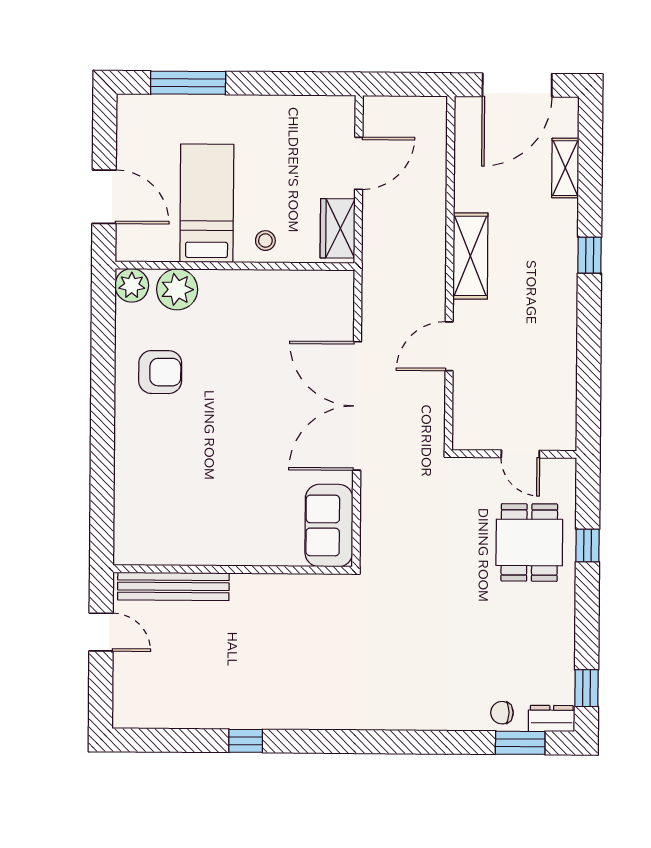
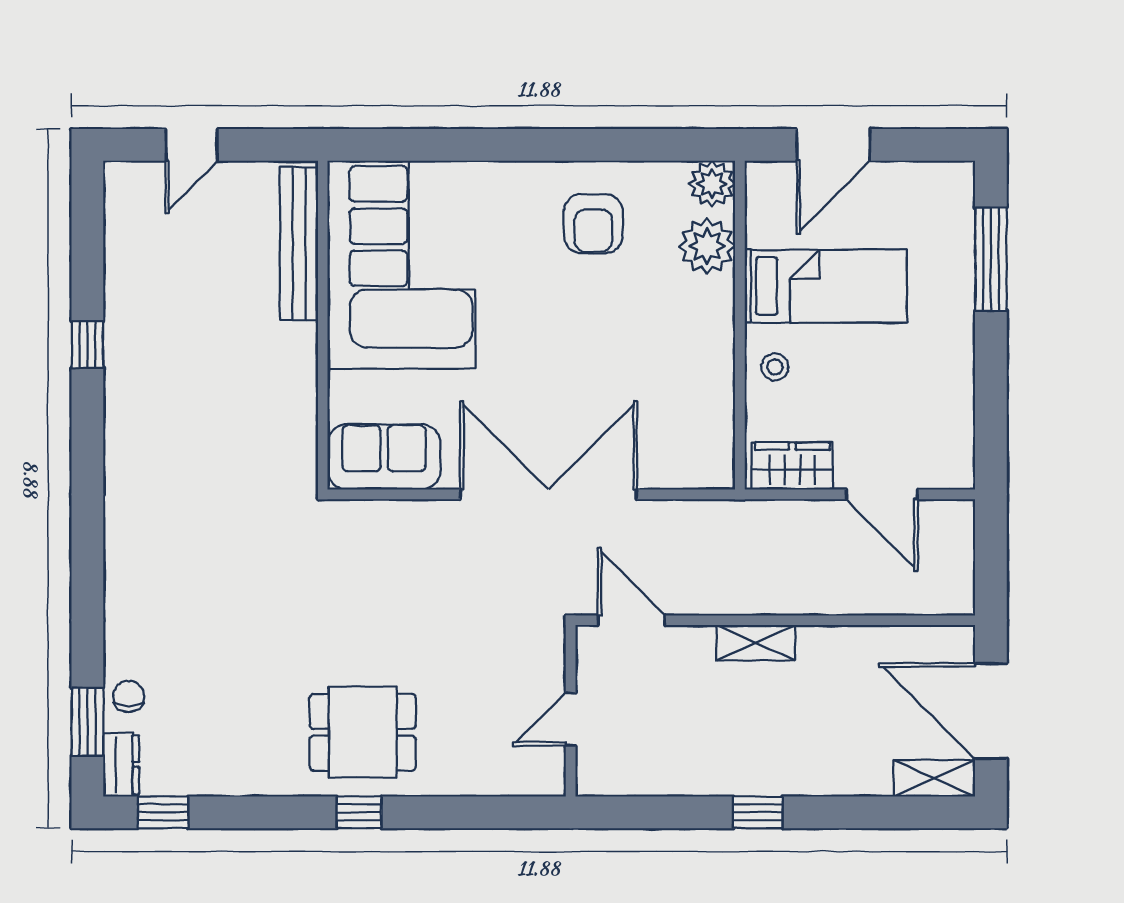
shelving: (565, 168) -> (934, 778), moved
shelving: (470, 256) -> (756, 643), width x0.67, depth x0.75
wall: (514, 454) -> (571, 711), moved
door: (520, 454) -> (571, 719), moved
corner sofa: (189, 512) -> (402, 265), added
door: (101, 632) -> (192, 145), moved

